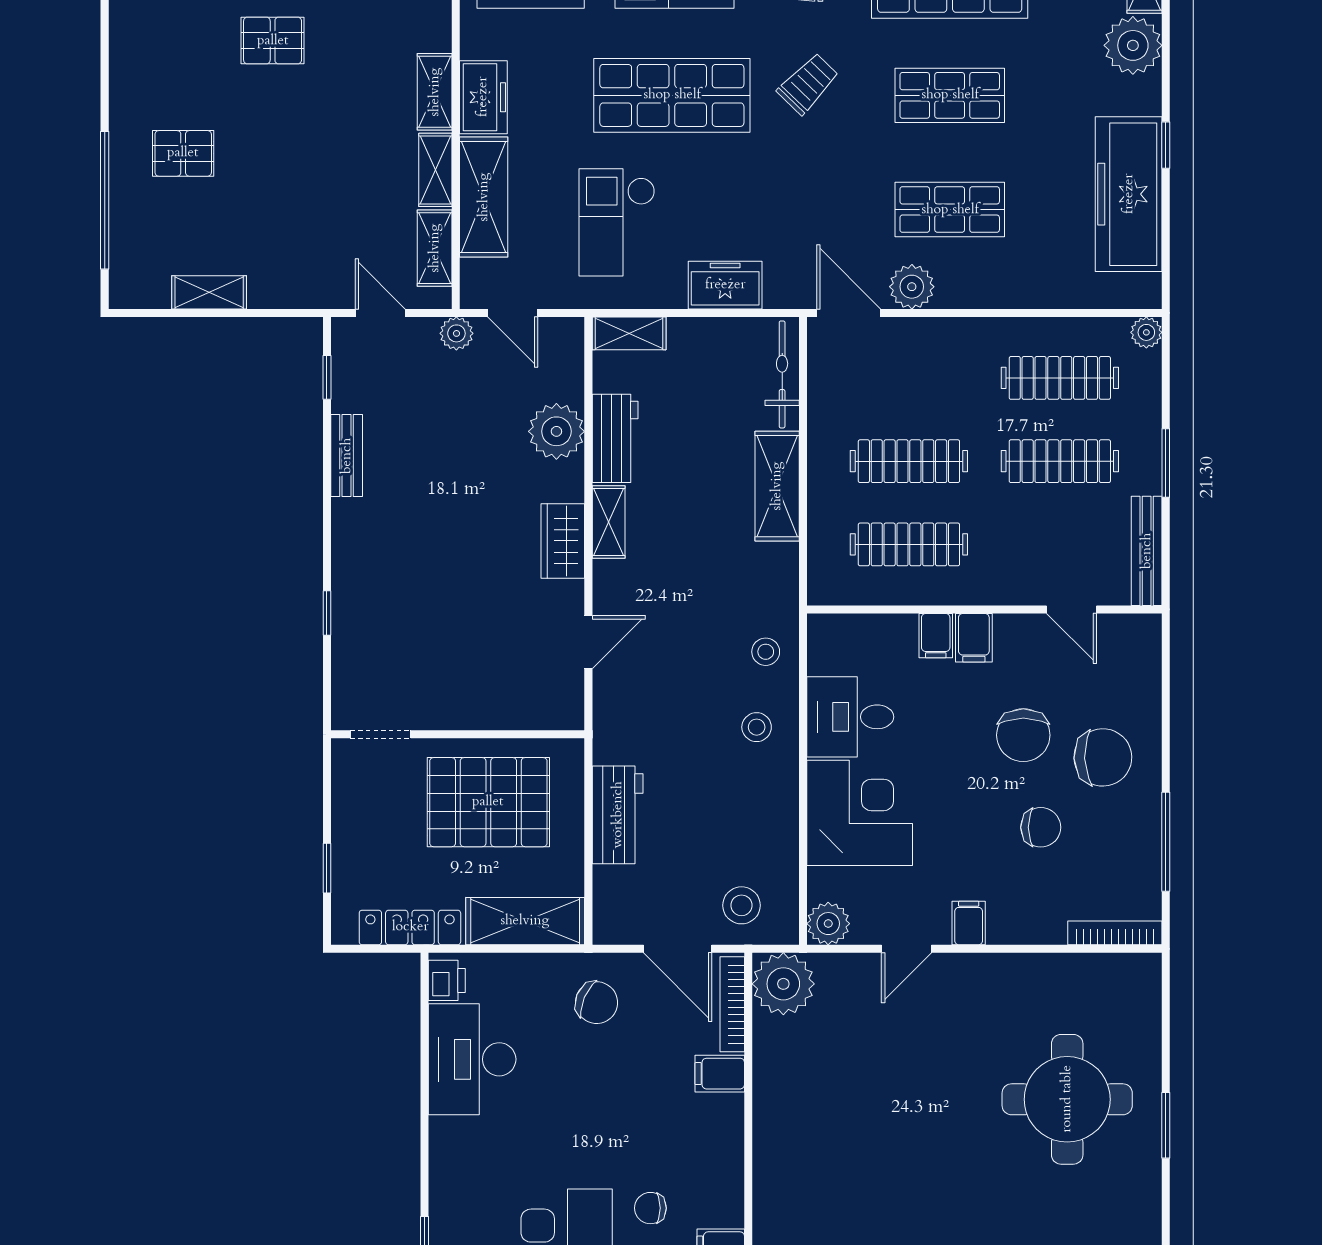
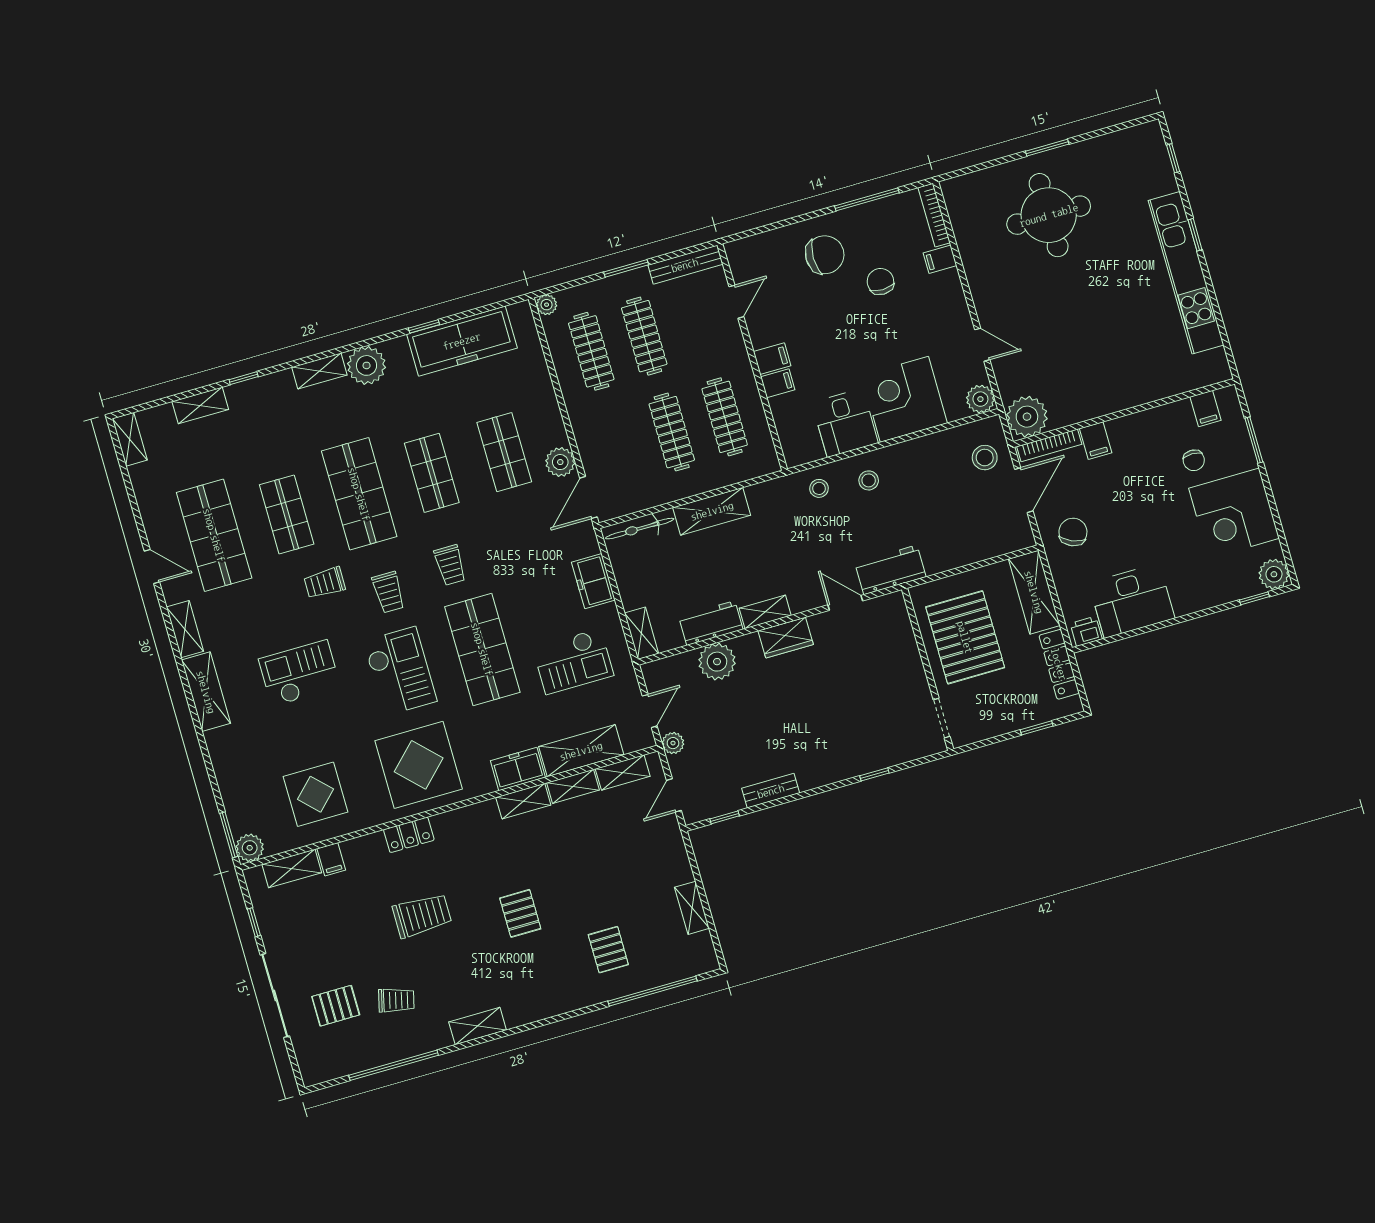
trolley: (808, 84) -> (450, 565), turned -134
chair: (1023, 735) -> (825, 309), removed
chair: (1103, 757) -> (825, 255), turned 92
workbench: (618, 815) -> (890, 570), moved
filing cabinet: (969, 923) -> (940, 259), moved

